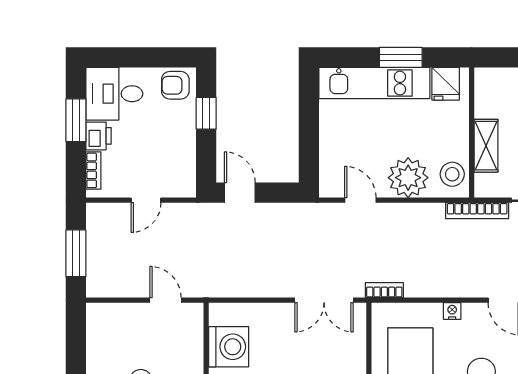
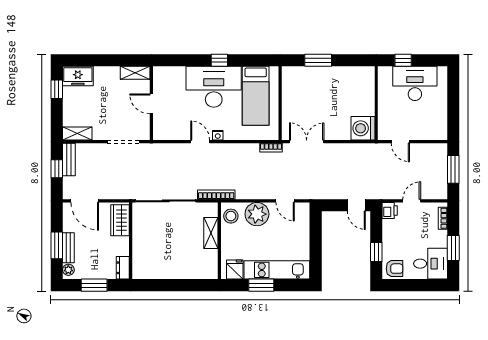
printer: (99, 136) -> (390, 210), moved, turned 180
nightstand: (452, 311) -> (218, 135), moved
washing machine: (229, 347) -> (363, 128), moved

